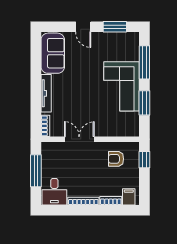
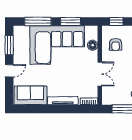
corner sofa: (122, 86) -> (57, 45), width x1.36, depth x1.36
floor lamp: (115, 130) -> (93, 45), added
double door: (79, 139) -> (100, 74), swing flipped

